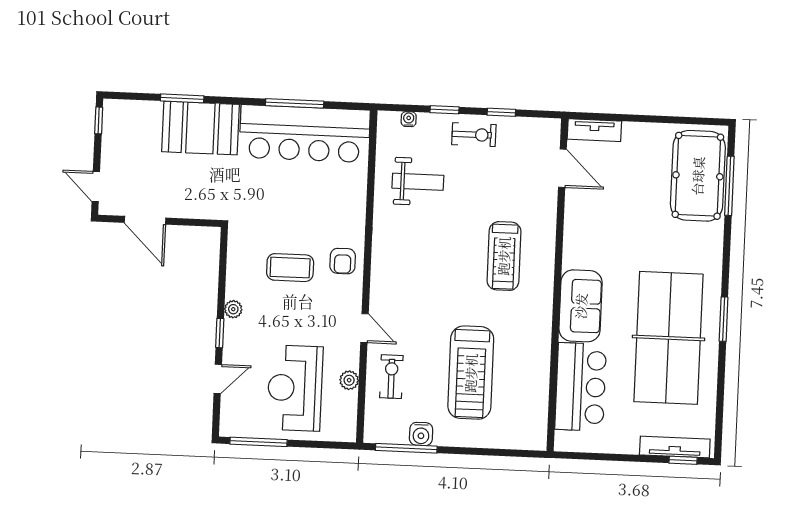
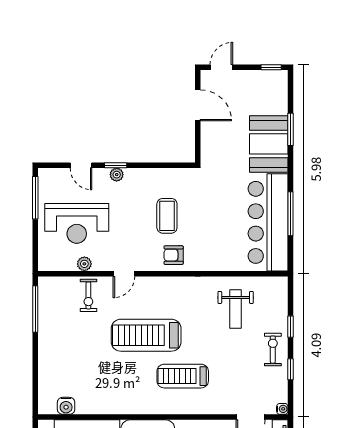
water cooler: (409, 119) -> (282, 409), moved
exercise bike: (474, 135) -> (273, 350), turned 180
door: (145, 220) -> (198, 105), swing flipped
plant: (233, 309) -> (117, 175), moved
treadmill: (471, 373) -> (146, 335), moved
exercise bike: (391, 377) -> (88, 295), turned 90
reception desk: (295, 388) -> (77, 223), turned 180
water cooler: (421, 434) -> (66, 406), moved, turned -90

